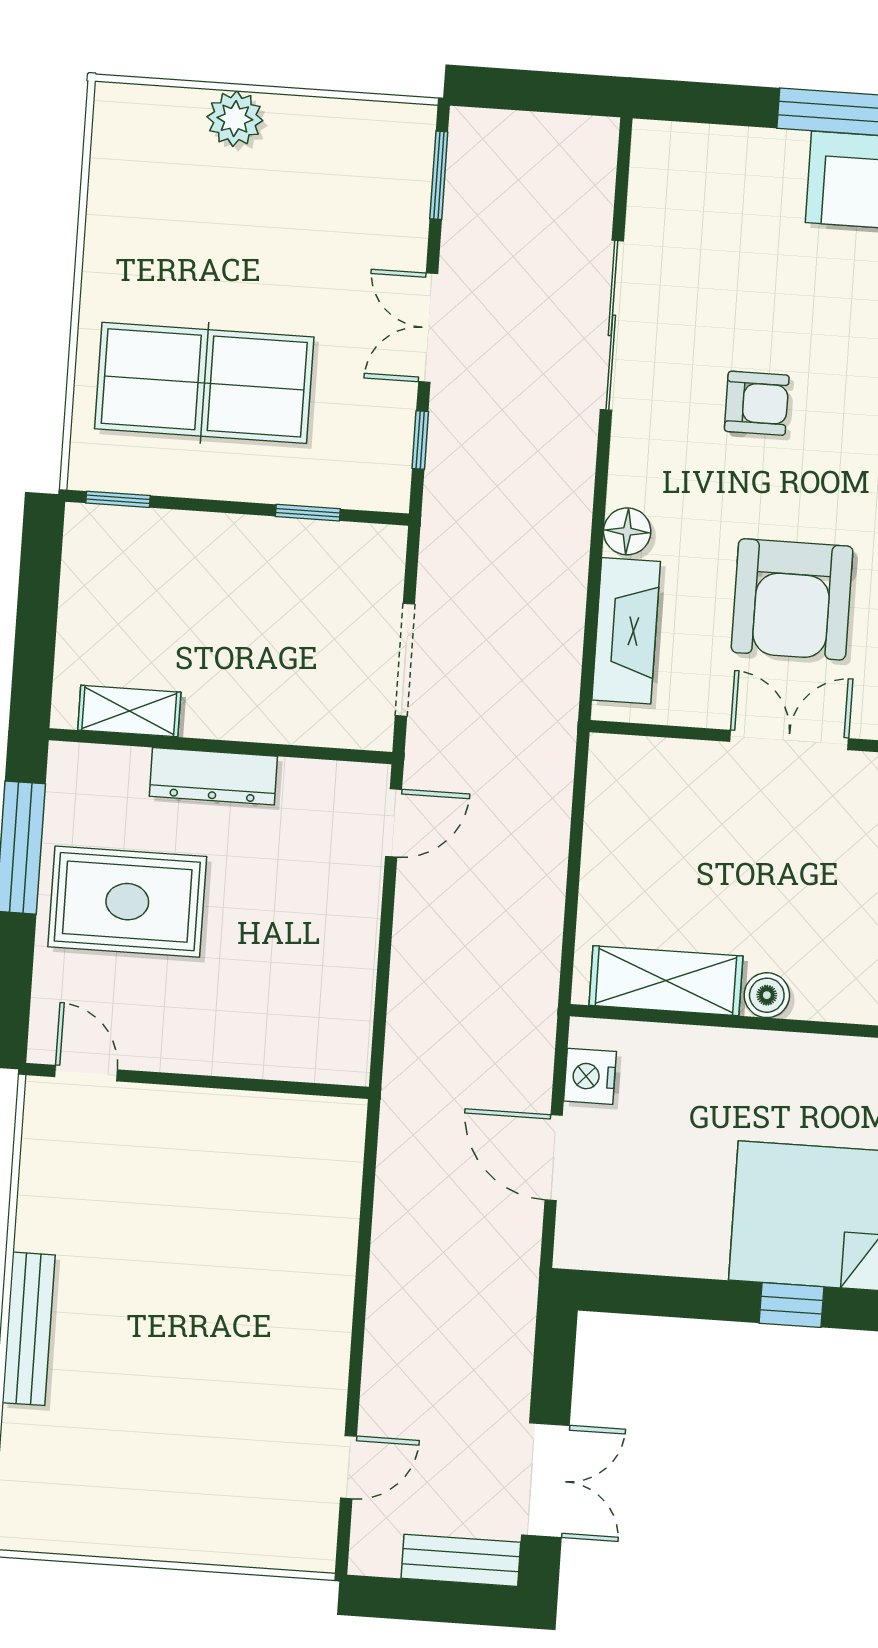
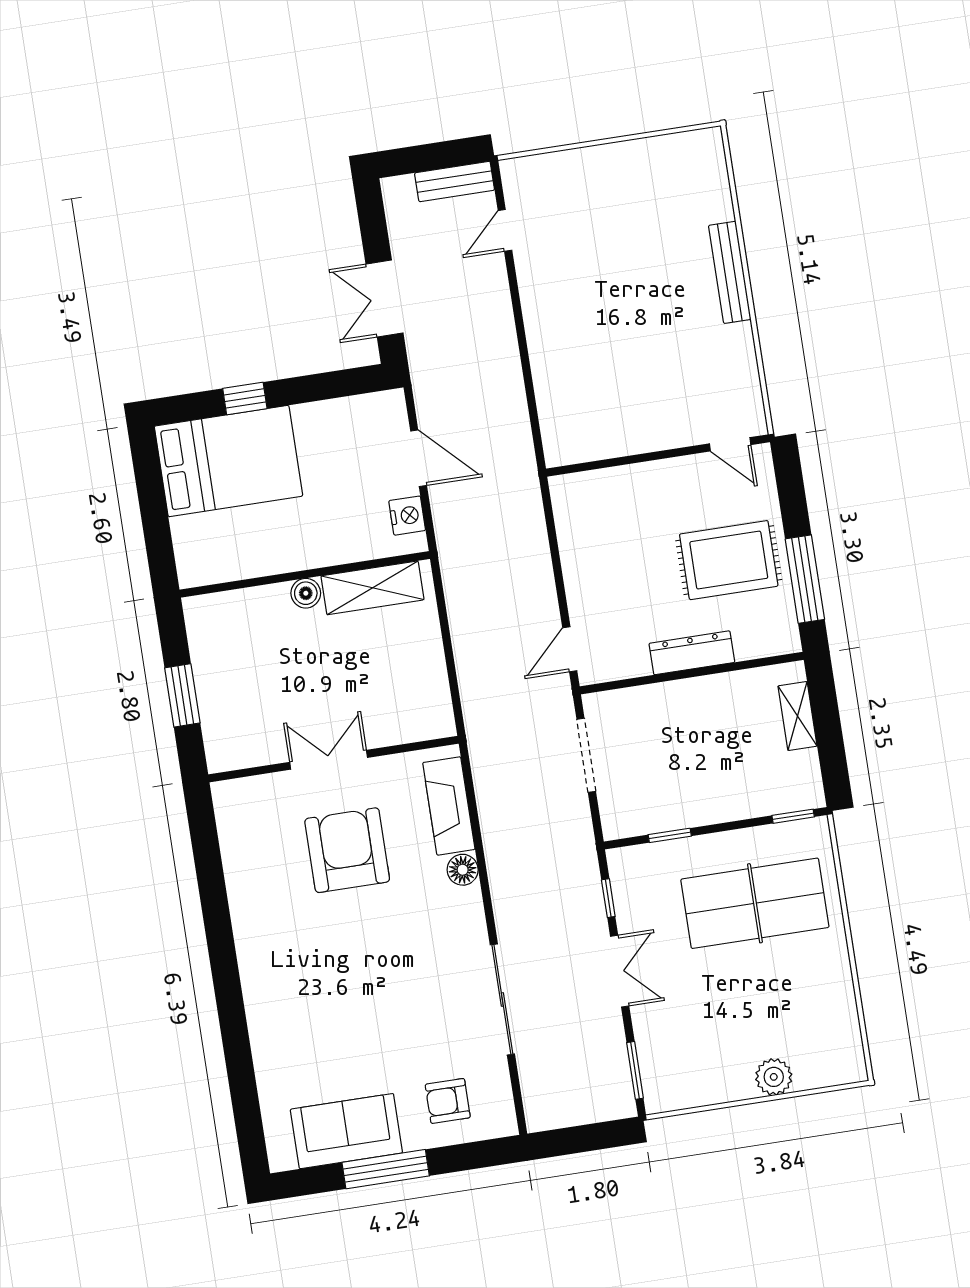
armchair: (757, 403) -> (448, 1101), moved
shelving: (129, 711) -> (798, 716), moved, turned 90
double door: (789, 740) -> (329, 760), swing flipped
double door: (545, 1480) -> (384, 298), moved
bench: (461, 1560) -> (455, 182), moved

